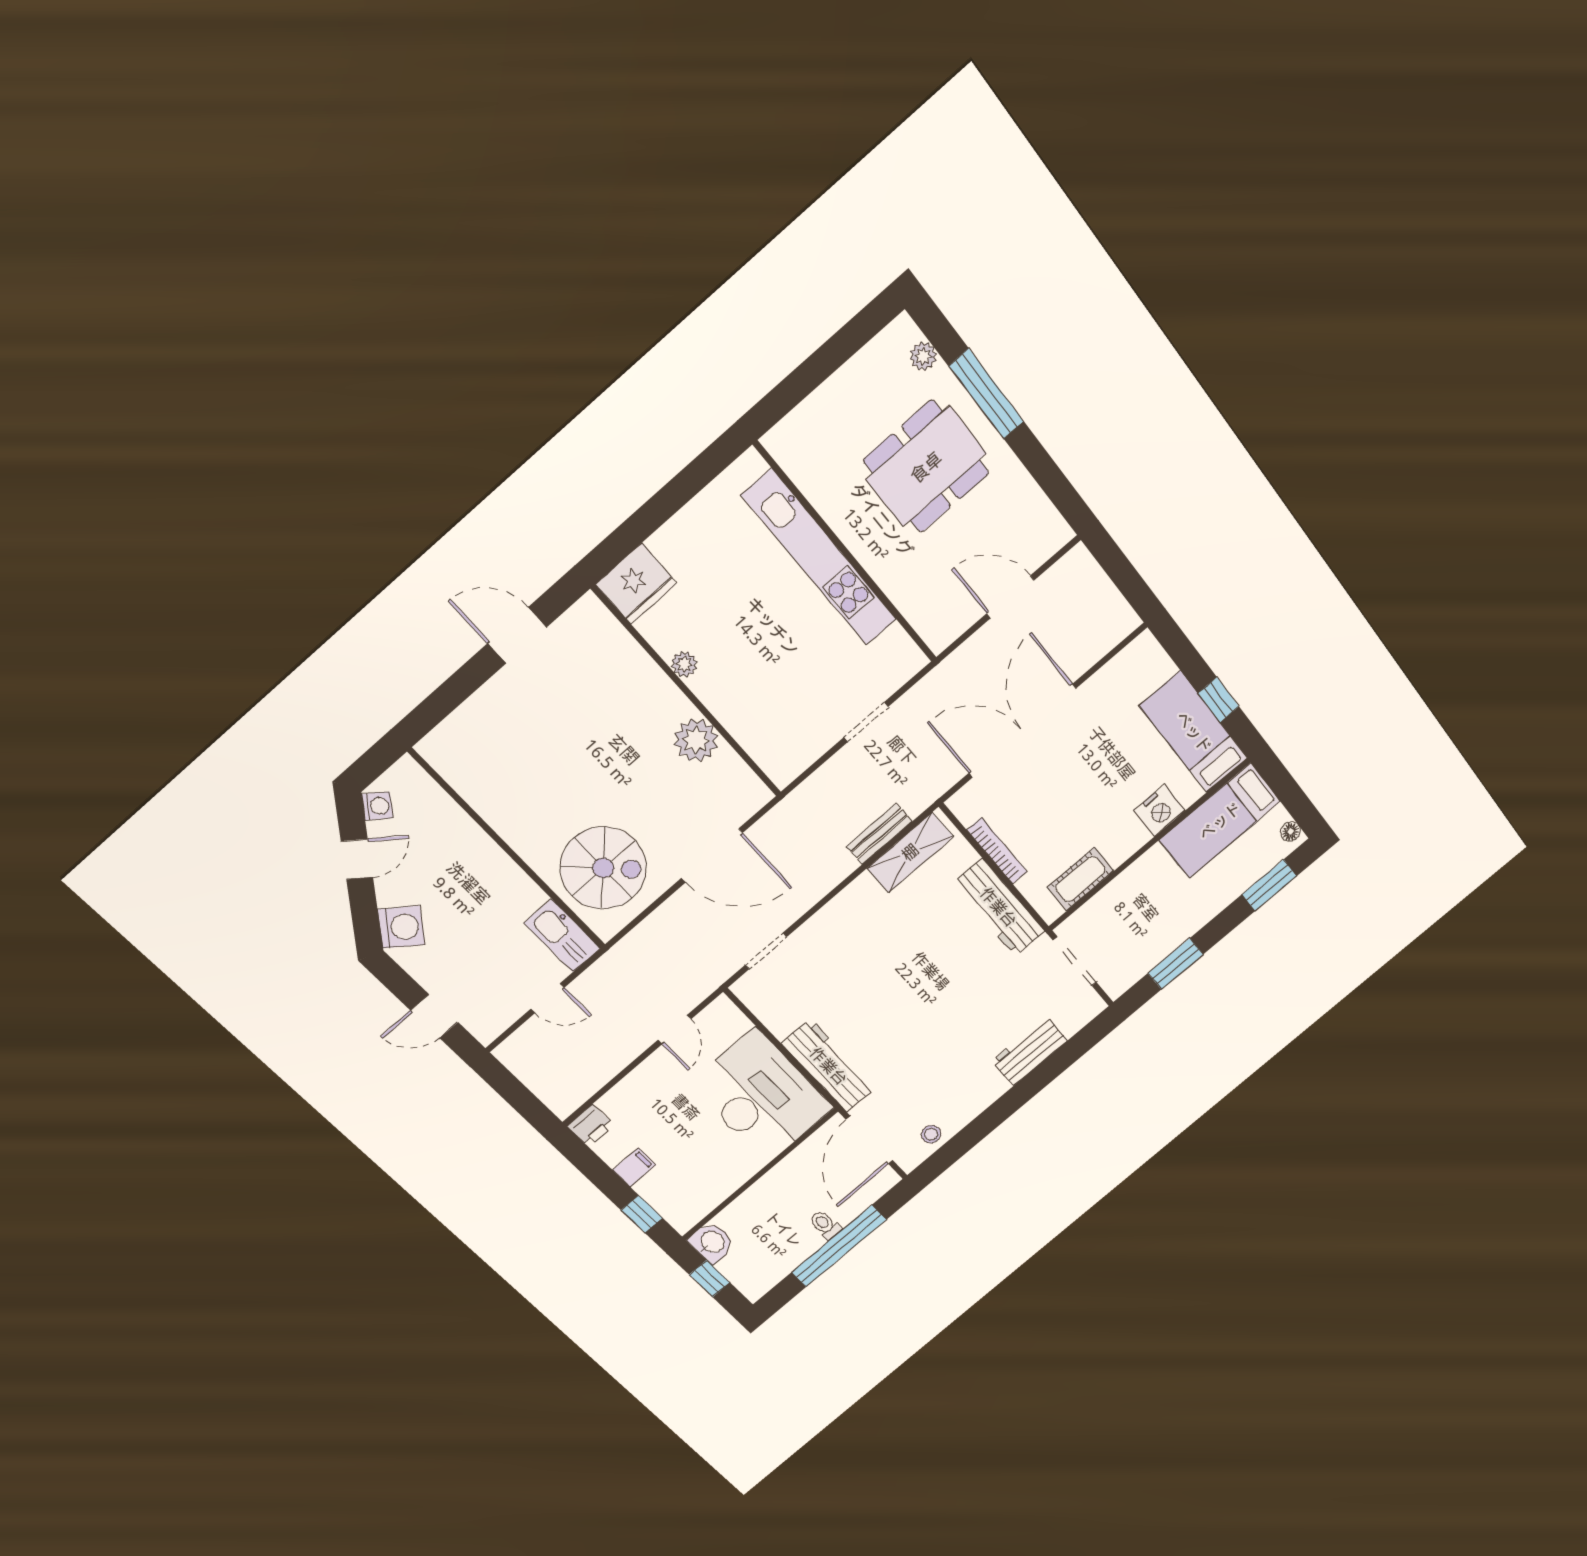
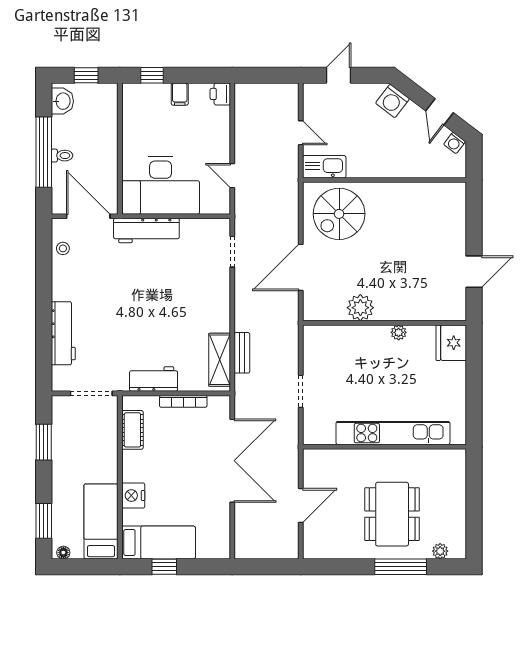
workbench: (999, 907) -> (154, 379), width x0.73
door: (547, 998) -> (301, 133), swing flipped
workbench: (1030, 1051) -> (63, 333), width x1.37
washbasin: (712, 1242) -> (62, 101), moved, turned -90

